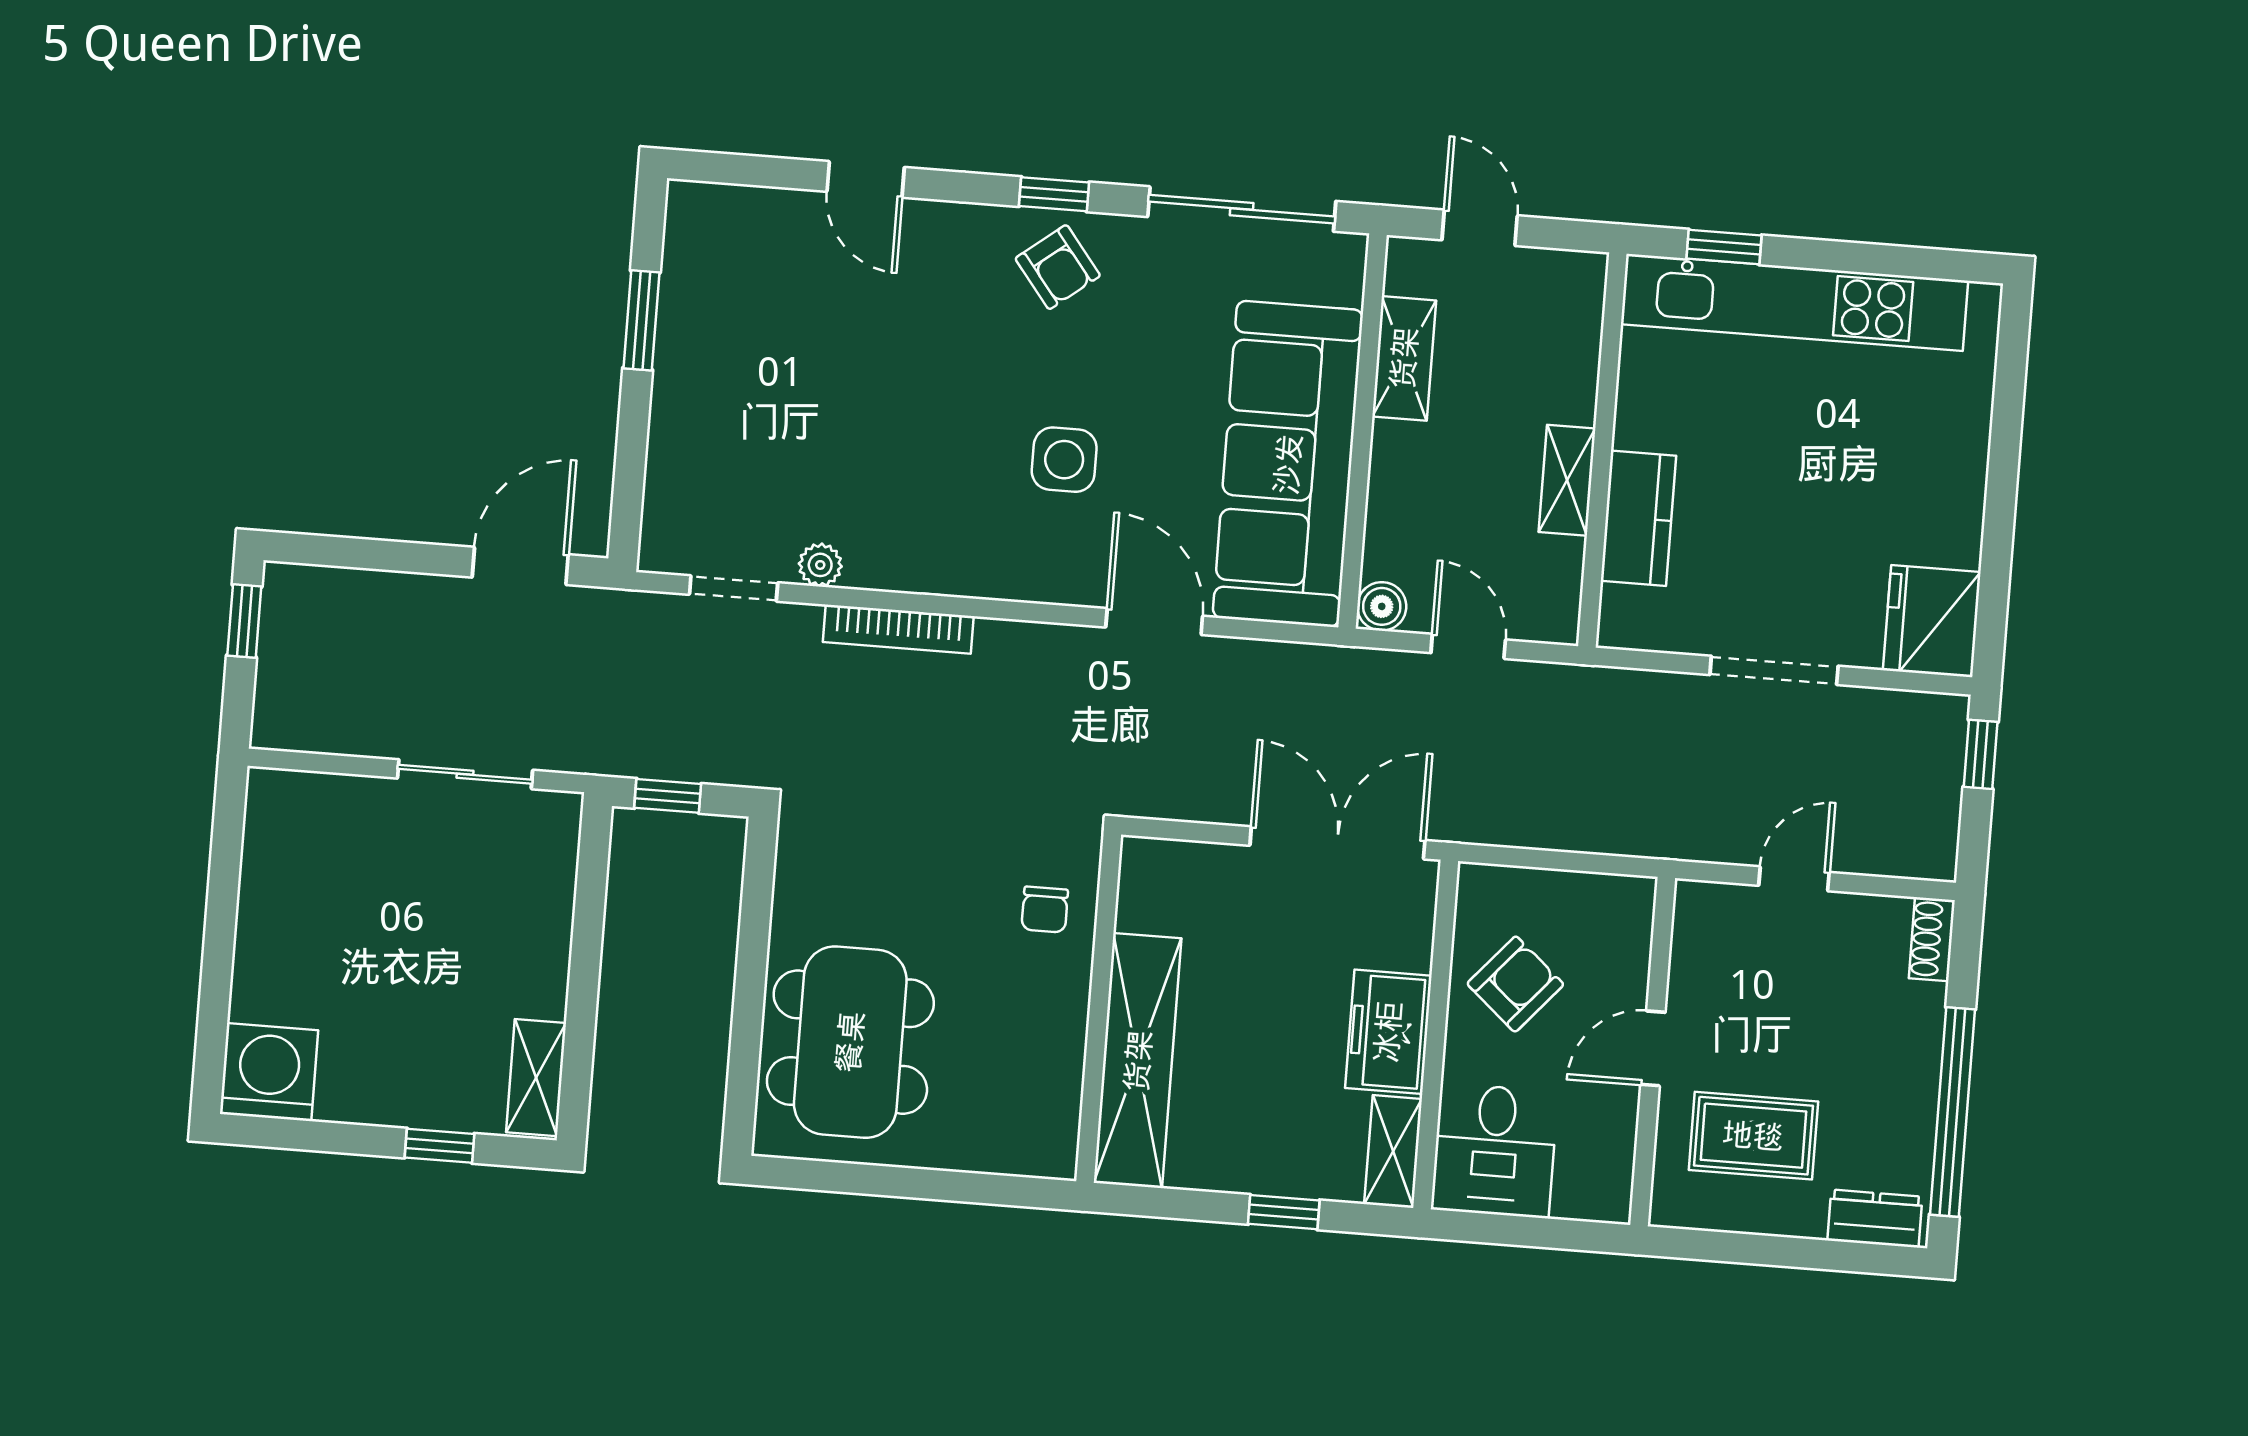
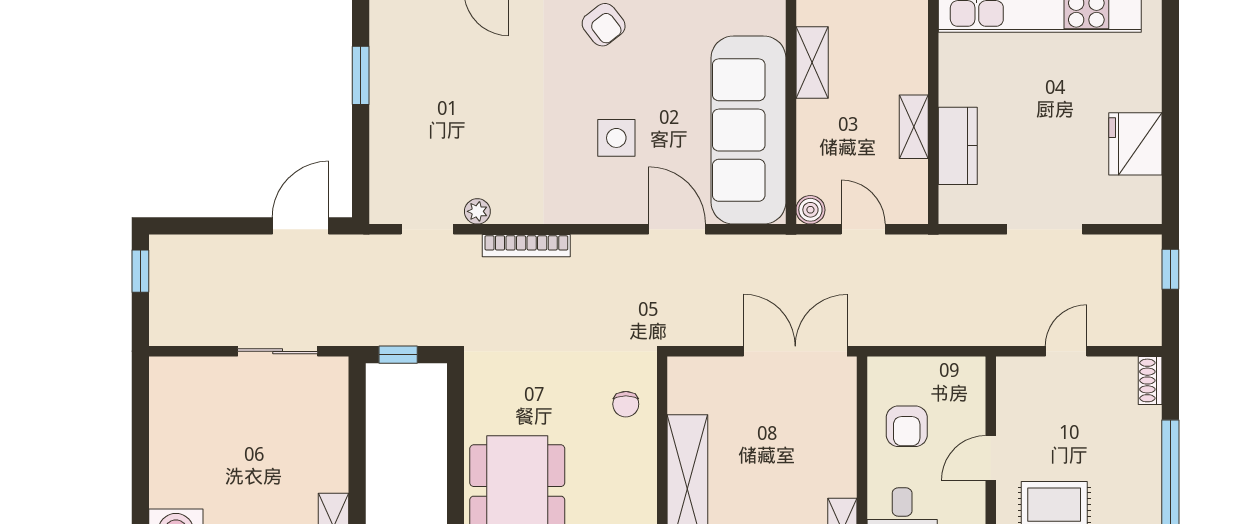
fridge: (1932, 621) -> (1135, 144), moved
armchair: (1515, 984) -> (907, 426), turned 139
freezer: (1388, 1032) -> (834, 460), removed

